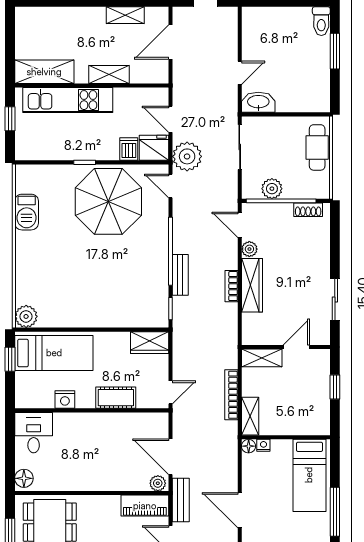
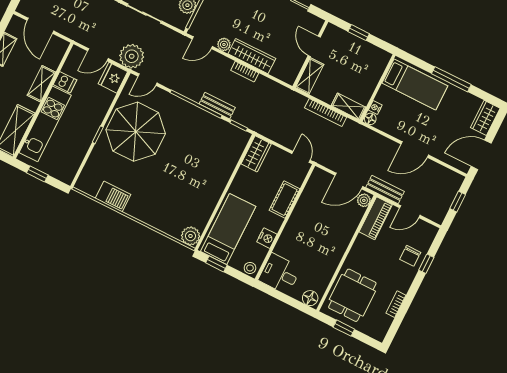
dishwasher: (129, 149) -> (65, 82), moved, turned 180
stool: (24, 398) -> (250, 268), added

